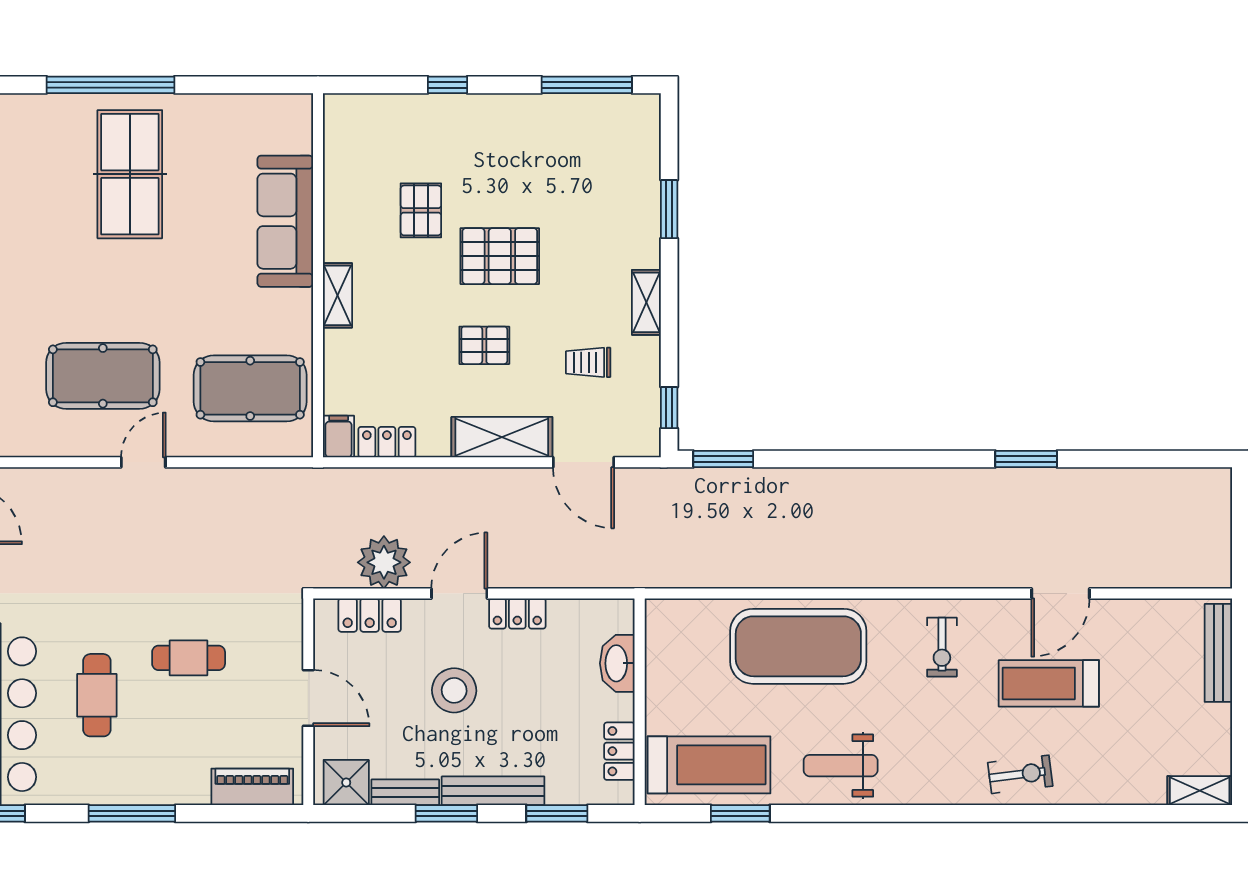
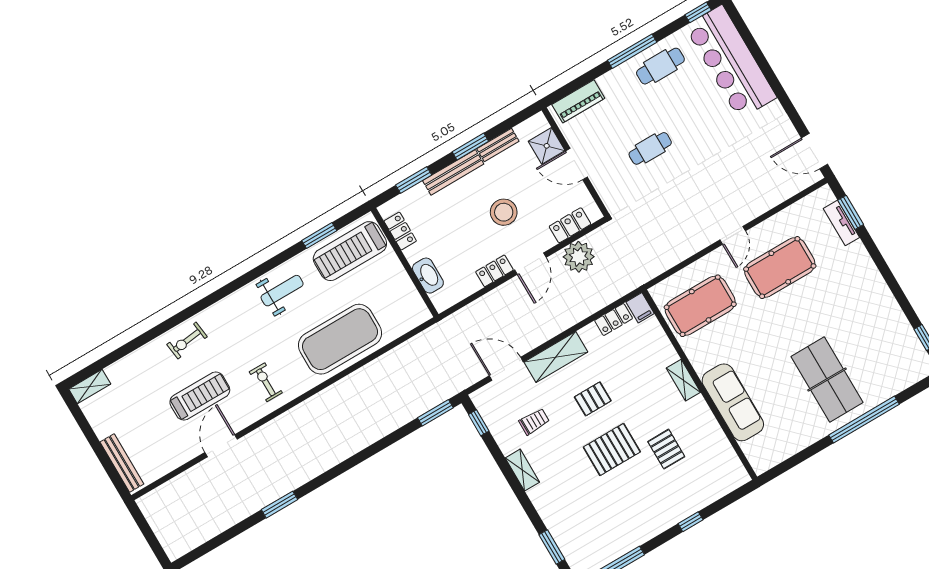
window: (669, 209) -> (552, 547), moved
cafe table: (97, 695) -> (660, 66), moved, turned 90
shower: (346, 783) -> (547, 146), moved

